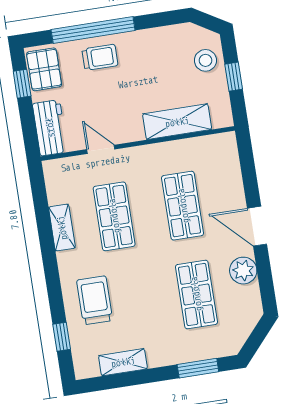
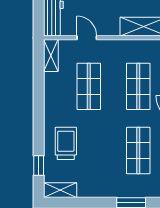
shelving: (62, 228) -> (51, 55), moved
shelving: (123, 362) -> (60, 190), moved

